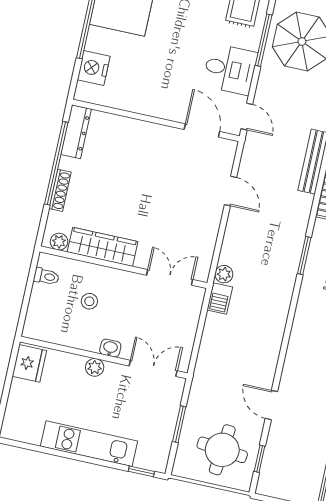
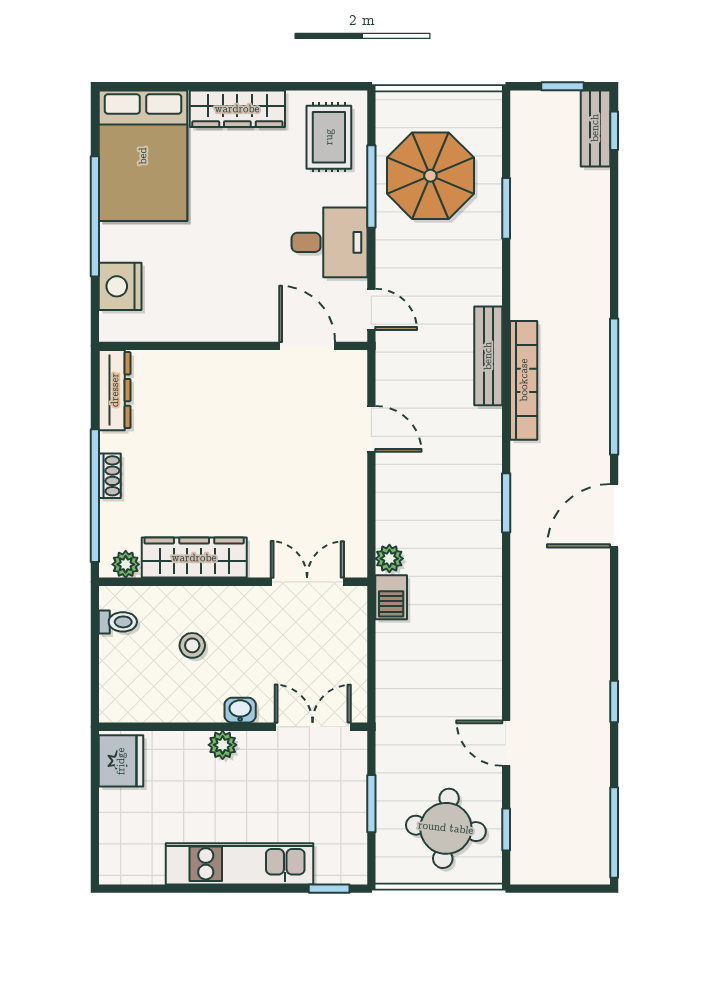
window: (56, 163) -> (95, 496), moved
shoe rack: (60, 190) -> (110, 476), width x0.70

